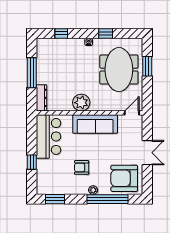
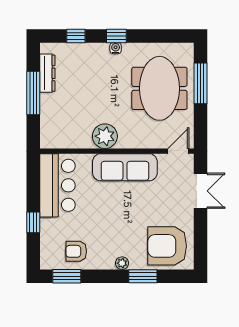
window: (106, 33) -> (116, 36), moved
window: (147, 66) -> (200, 83), width x1.44
dresser: (42, 98) -> (47, 73), moved
double door: (147, 153) -> (200, 191), moved
armchair: (82, 167) -> (76, 251), moved
window: (107, 199) -> (143, 276), width x0.47

